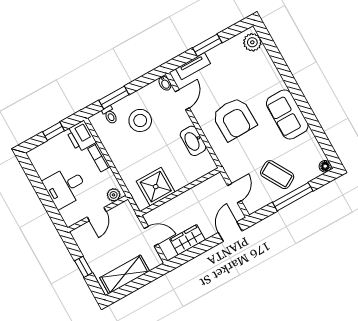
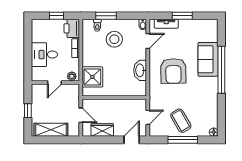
plant: (252, 42) -> (211, 30), removed
window: (292, 85) -> (221, 70), added
sofa: (287, 114) -> (208, 59), moved
shower: (156, 187) -> (92, 77), moved

